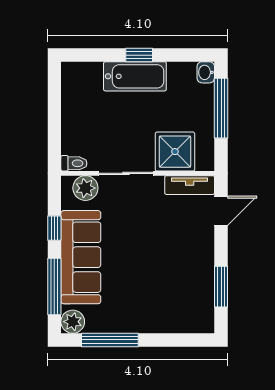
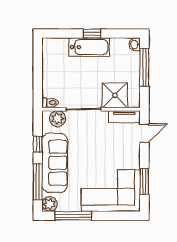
corner sofa: (169, 301) -> (111, 191), added

